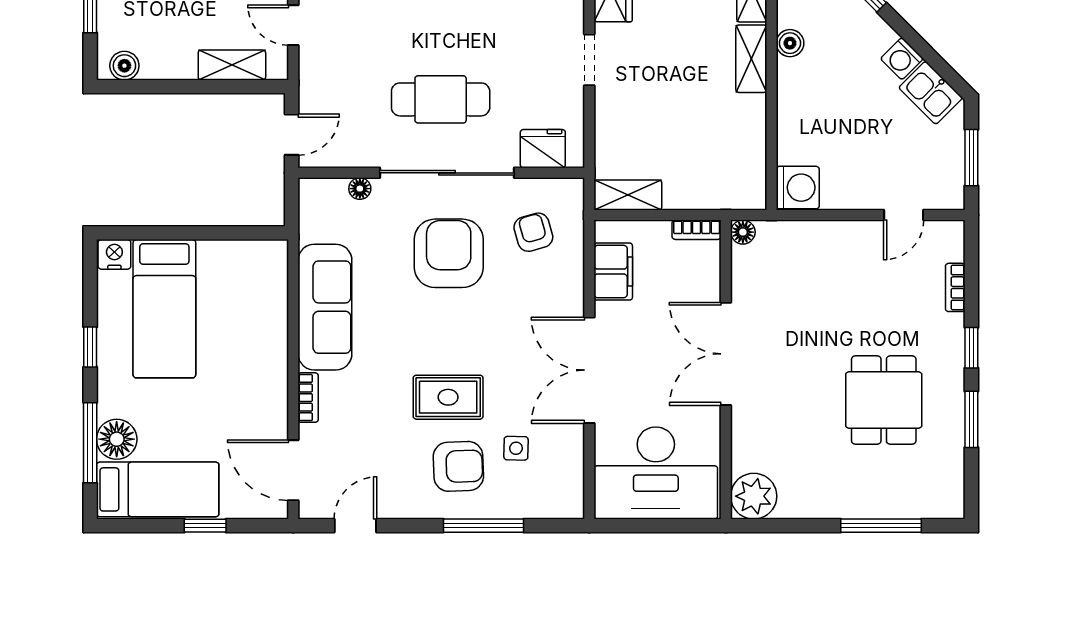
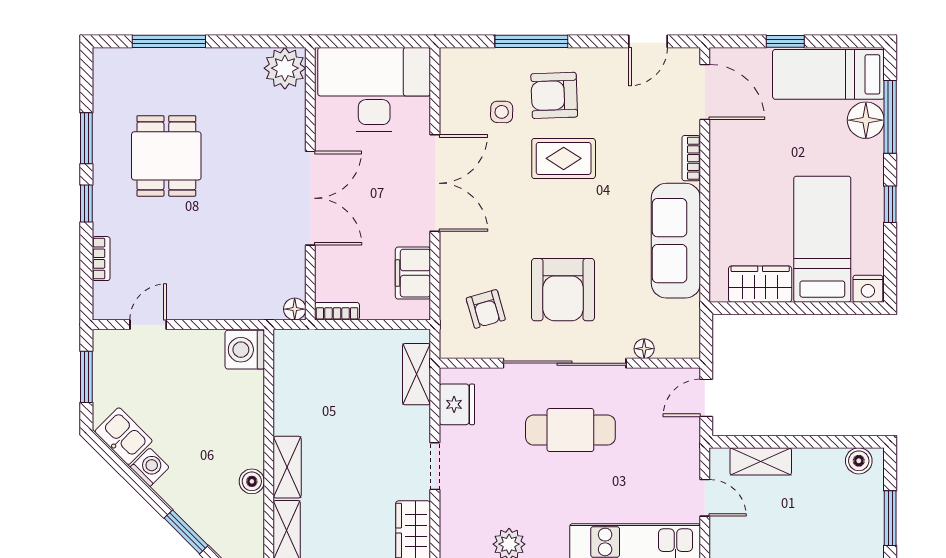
fridge: (543, 149) -> (457, 404), moved, turned -90
shelving: (628, 195) -> (417, 374), moved, turned 90
wardrobe: (233, 259) -> (760, 284), added

